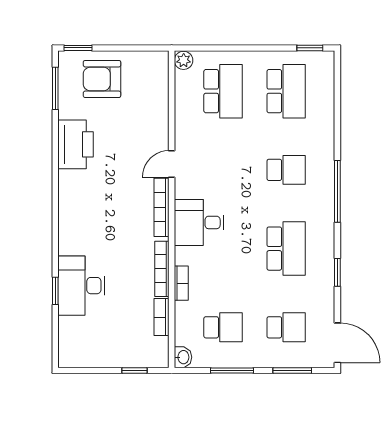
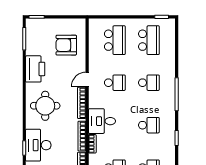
plant: (184, 60) -> (94, 24), removed
armchair: (102, 79) -> (66, 45), moved
school desk: (223, 170) -> (115, 83), added
round table: (94, 213) -> (45, 106), added
desk: (199, 222) -> (102, 121), moved
school desk: (286, 249) -> (149, 125), width x0.54

